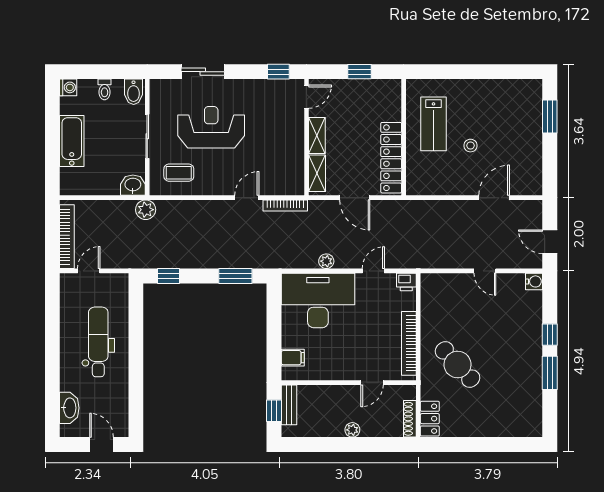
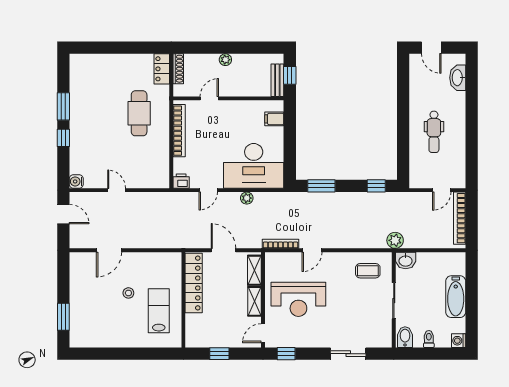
reception desk: (211, 127) -> (298, 299), moved
dental chair: (98, 342) -> (434, 132), width x0.73, depth x0.72
cafe table: (458, 365) -> (139, 113), turned 43

